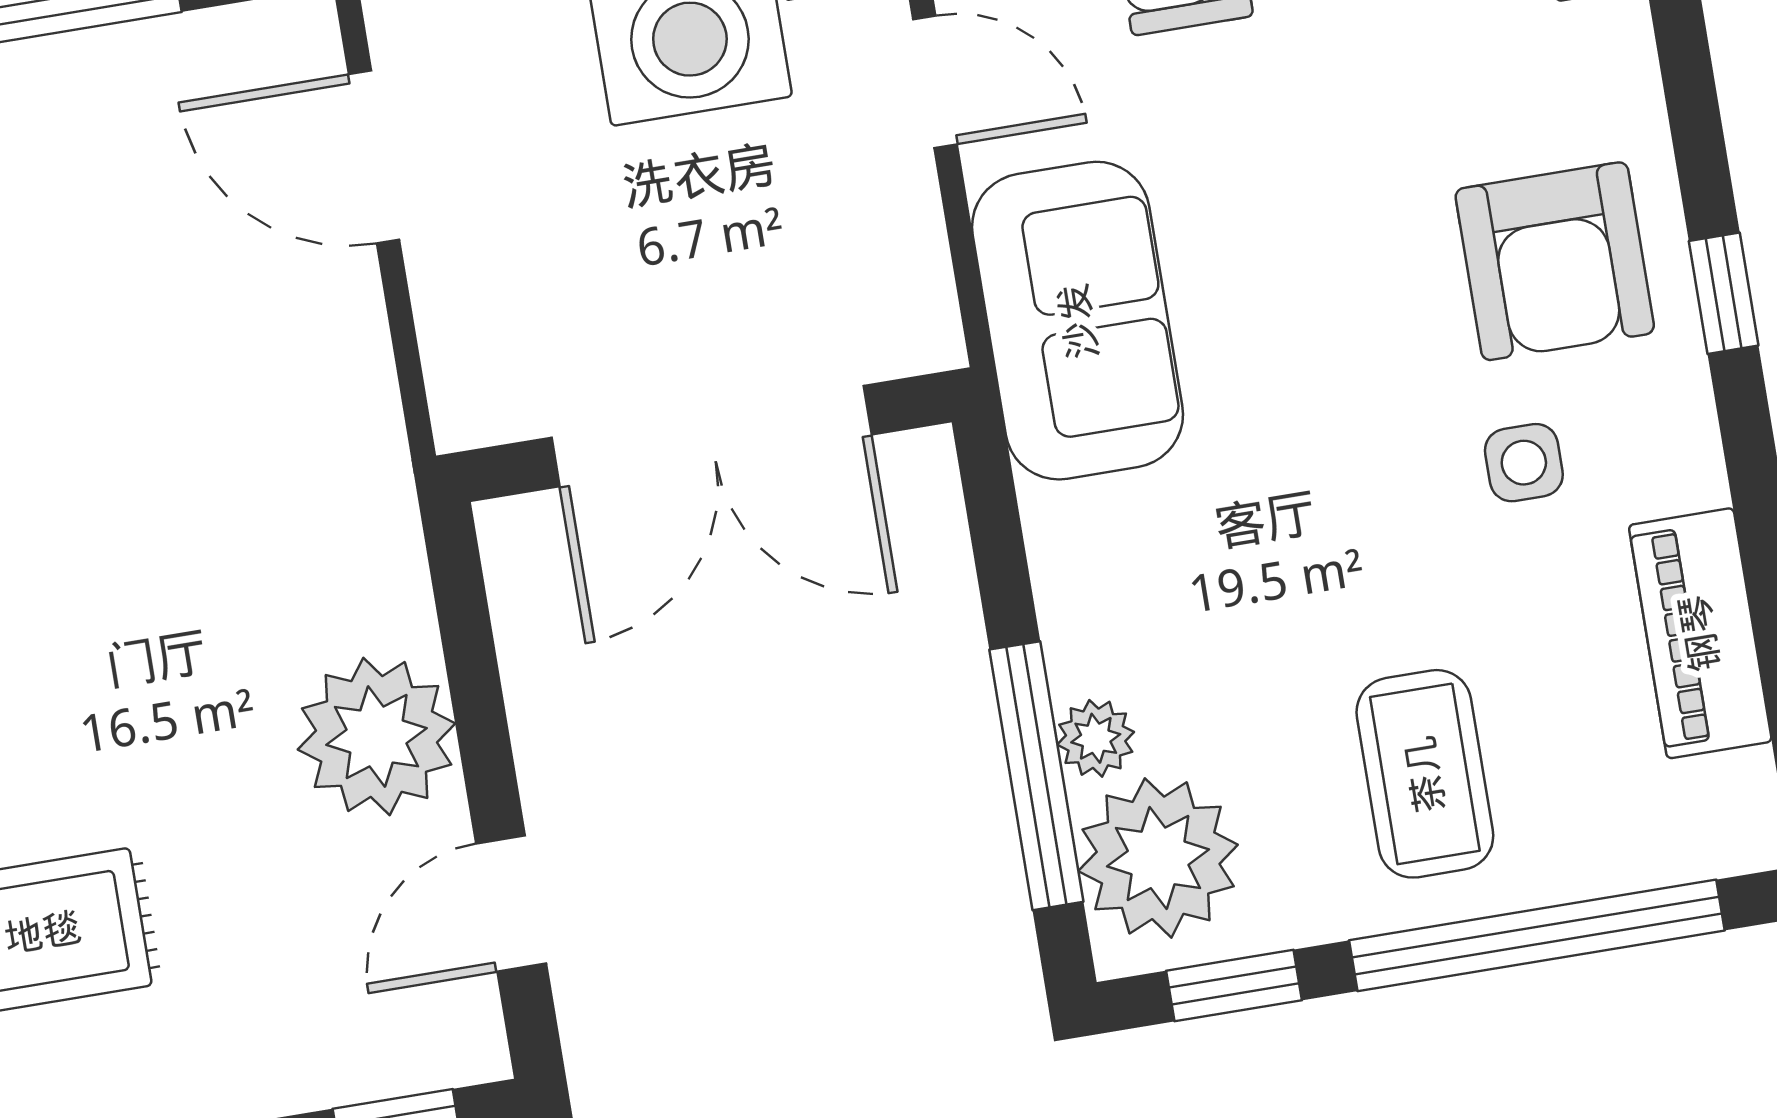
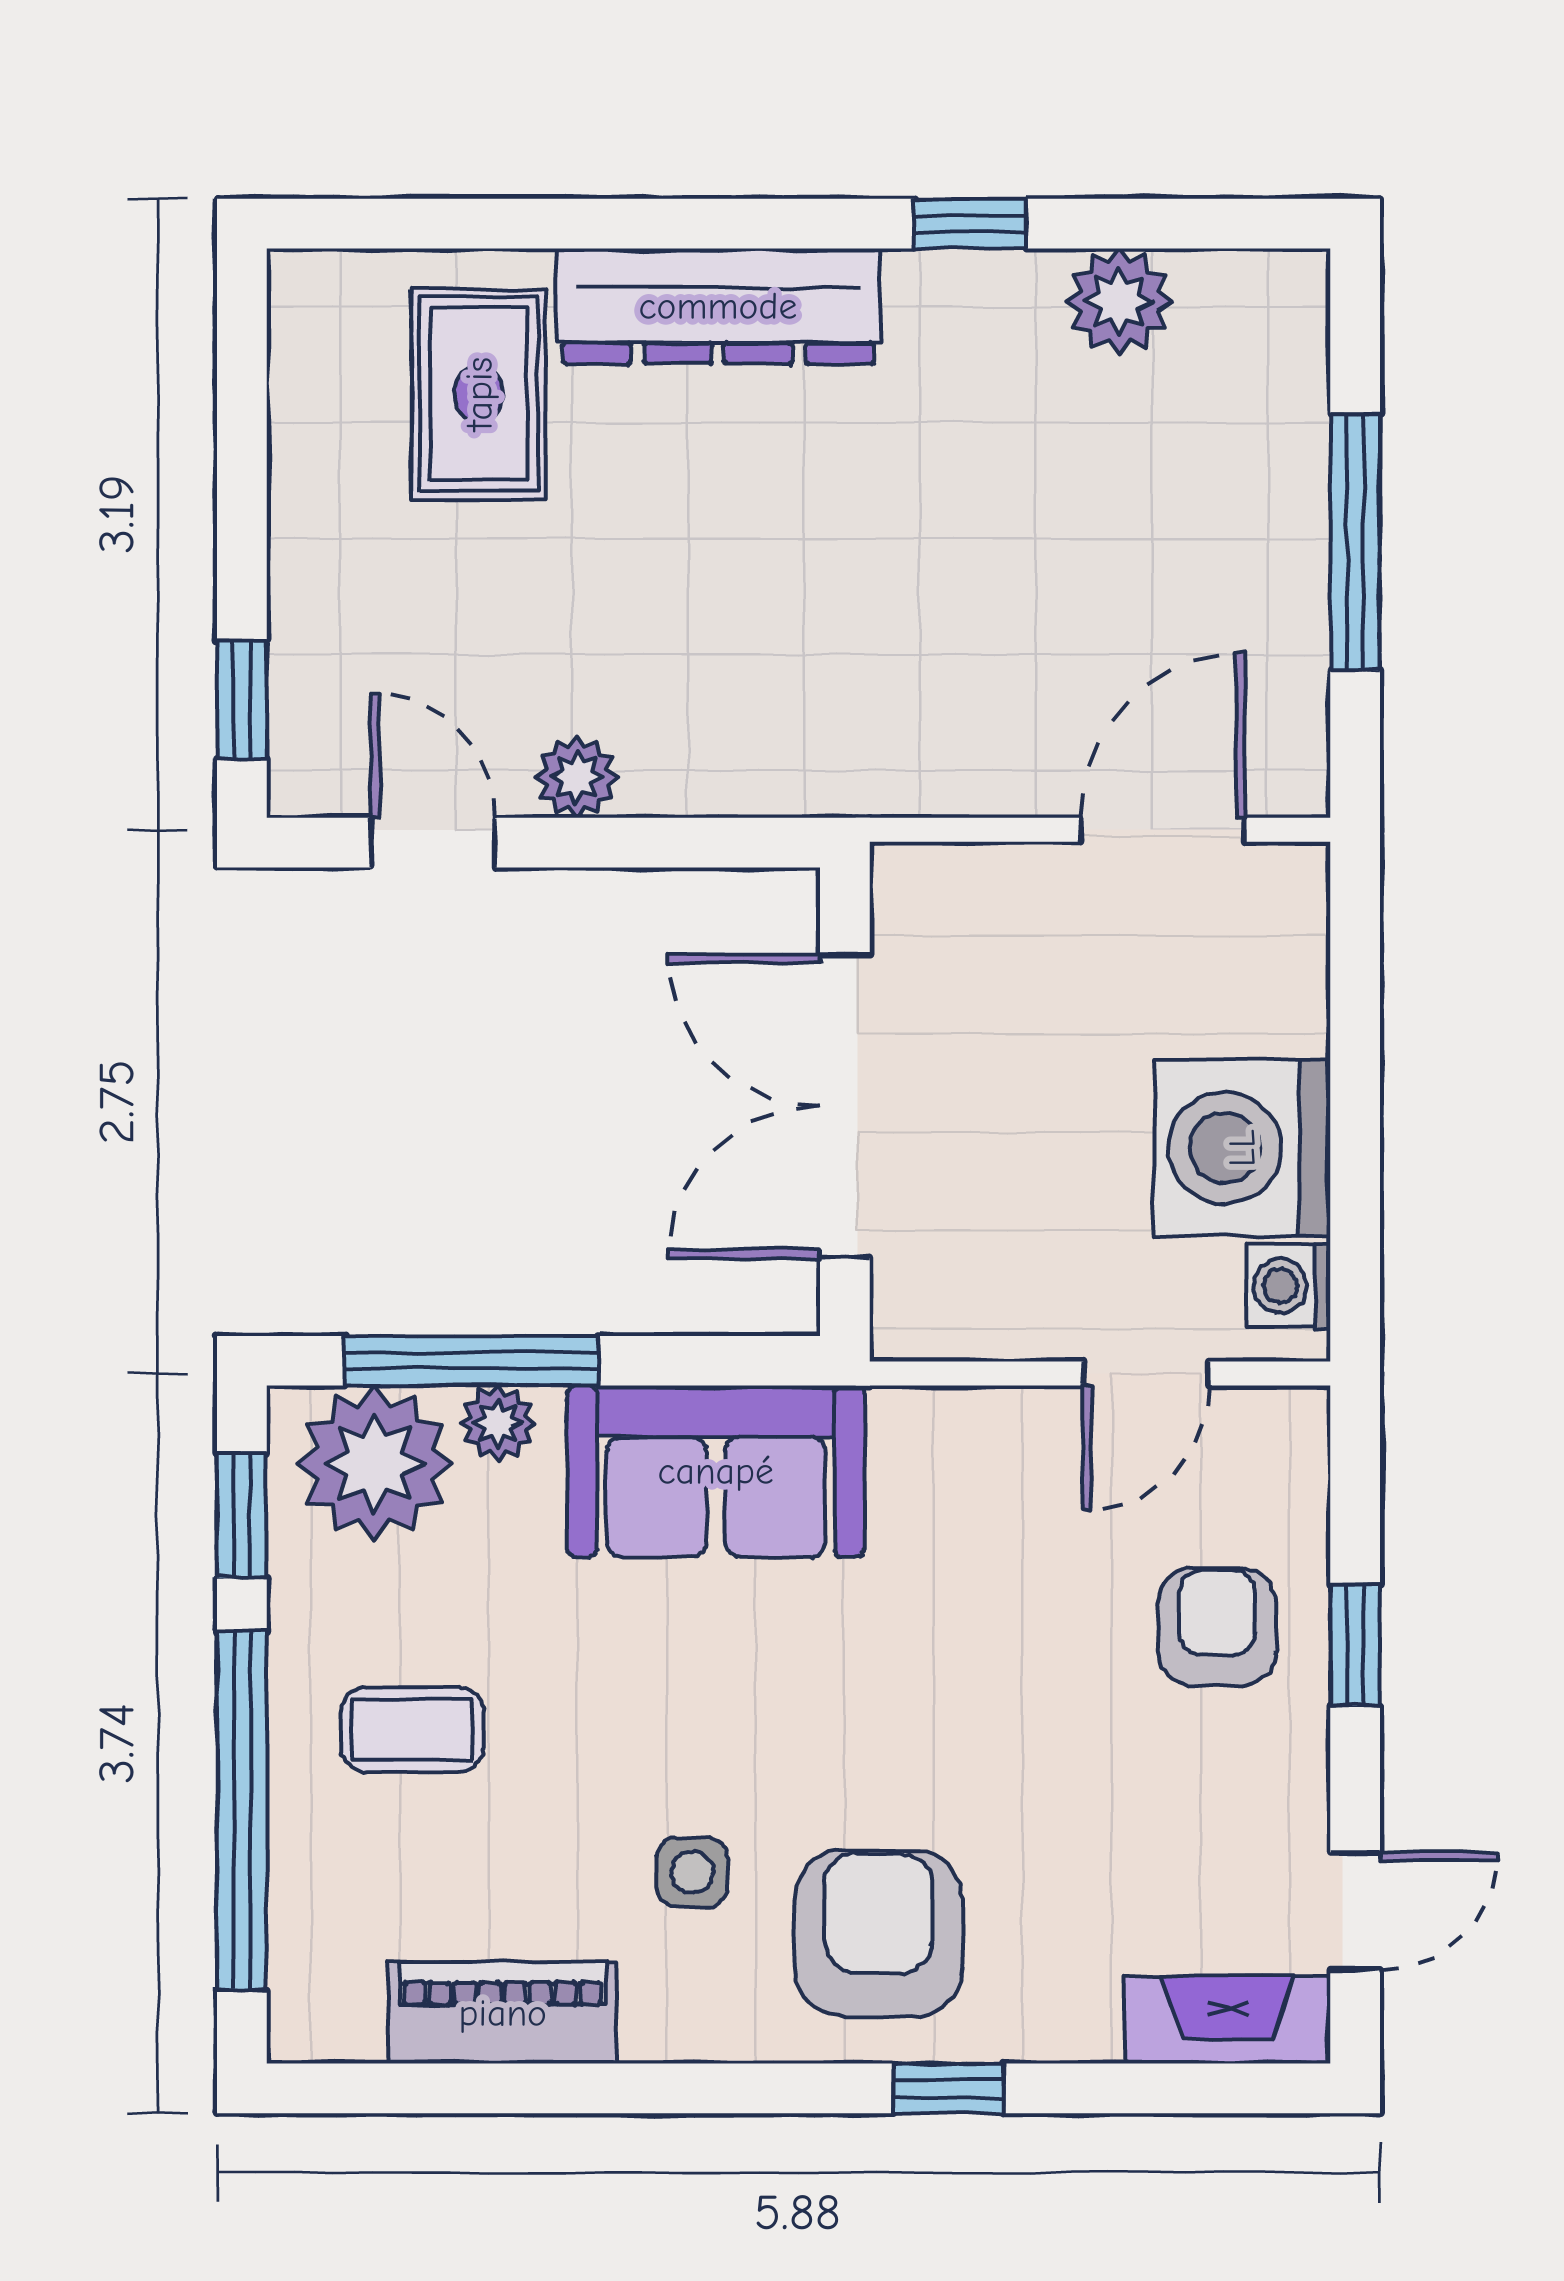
armchair: (1555, 261) -> (878, 1933), turned 90
window: (1724, 293) -> (948, 2088), moved
sofa: (1078, 321) -> (716, 1471), moved
plant: (377, 737) -> (577, 777), width x0.53, depth x0.53
coffee table: (1425, 774) -> (413, 1730), width x0.73, depth x0.77

